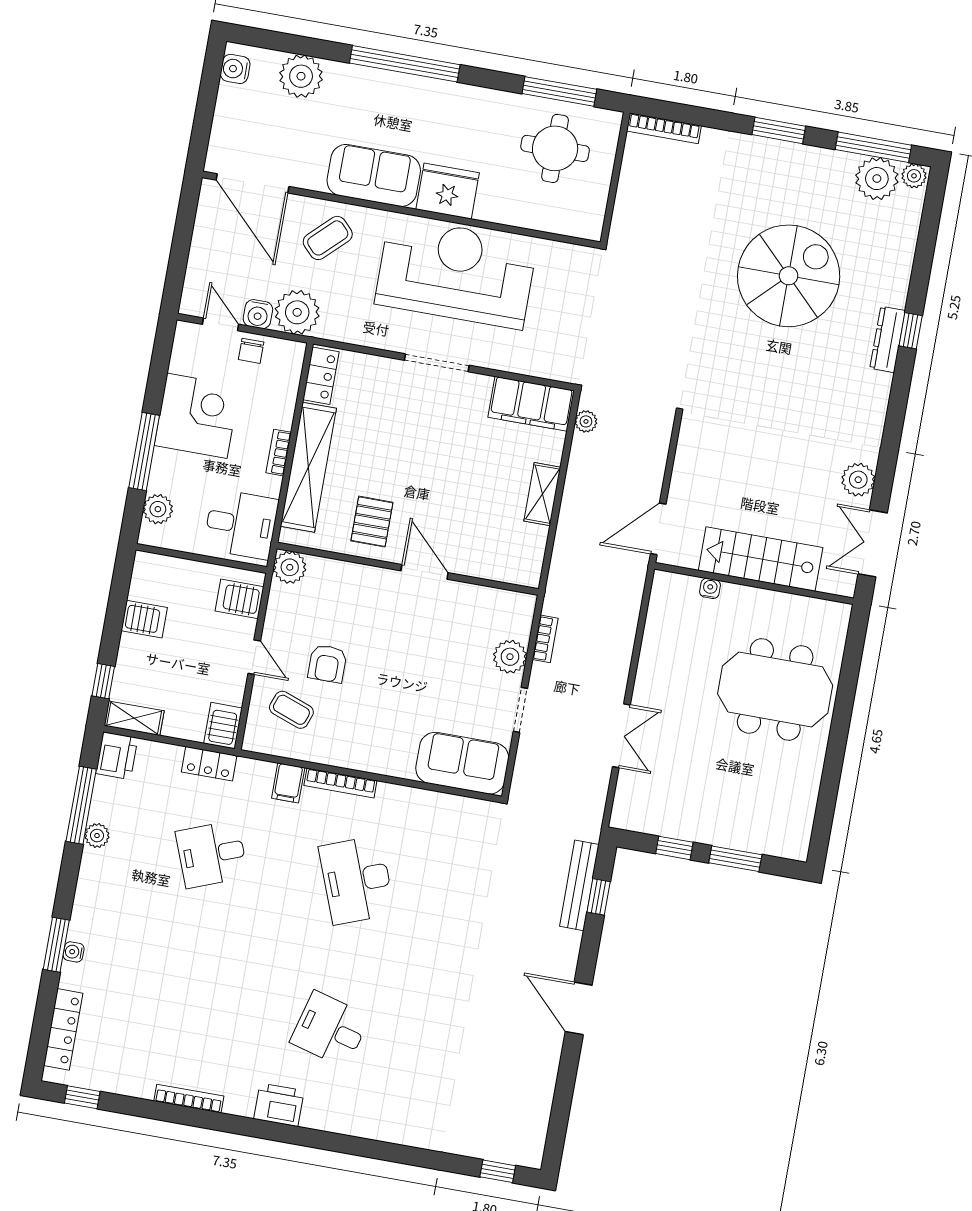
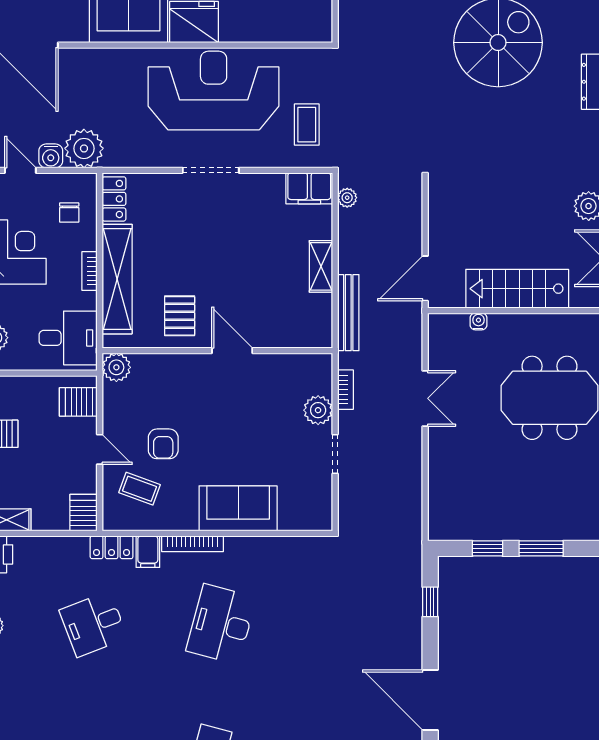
coffee table: (328, 238) -> (307, 125), moved, turned -46
chair: (251, 351) -> (69, 213), moved
filing cabinet: (531, 404) -> (309, 188), width x0.67, depth x0.86
double door: (621, 736) -> (425, 398), moved
sofa: (462, 763) -> (238, 508), moved
locker: (209, 764) -> (112, 547), moved
desk: (357, 880) -> (221, 624), turned 36
bench: (579, 885) -> (348, 313), moved
door: (579, 1008) -> (430, 700), width x1.36

